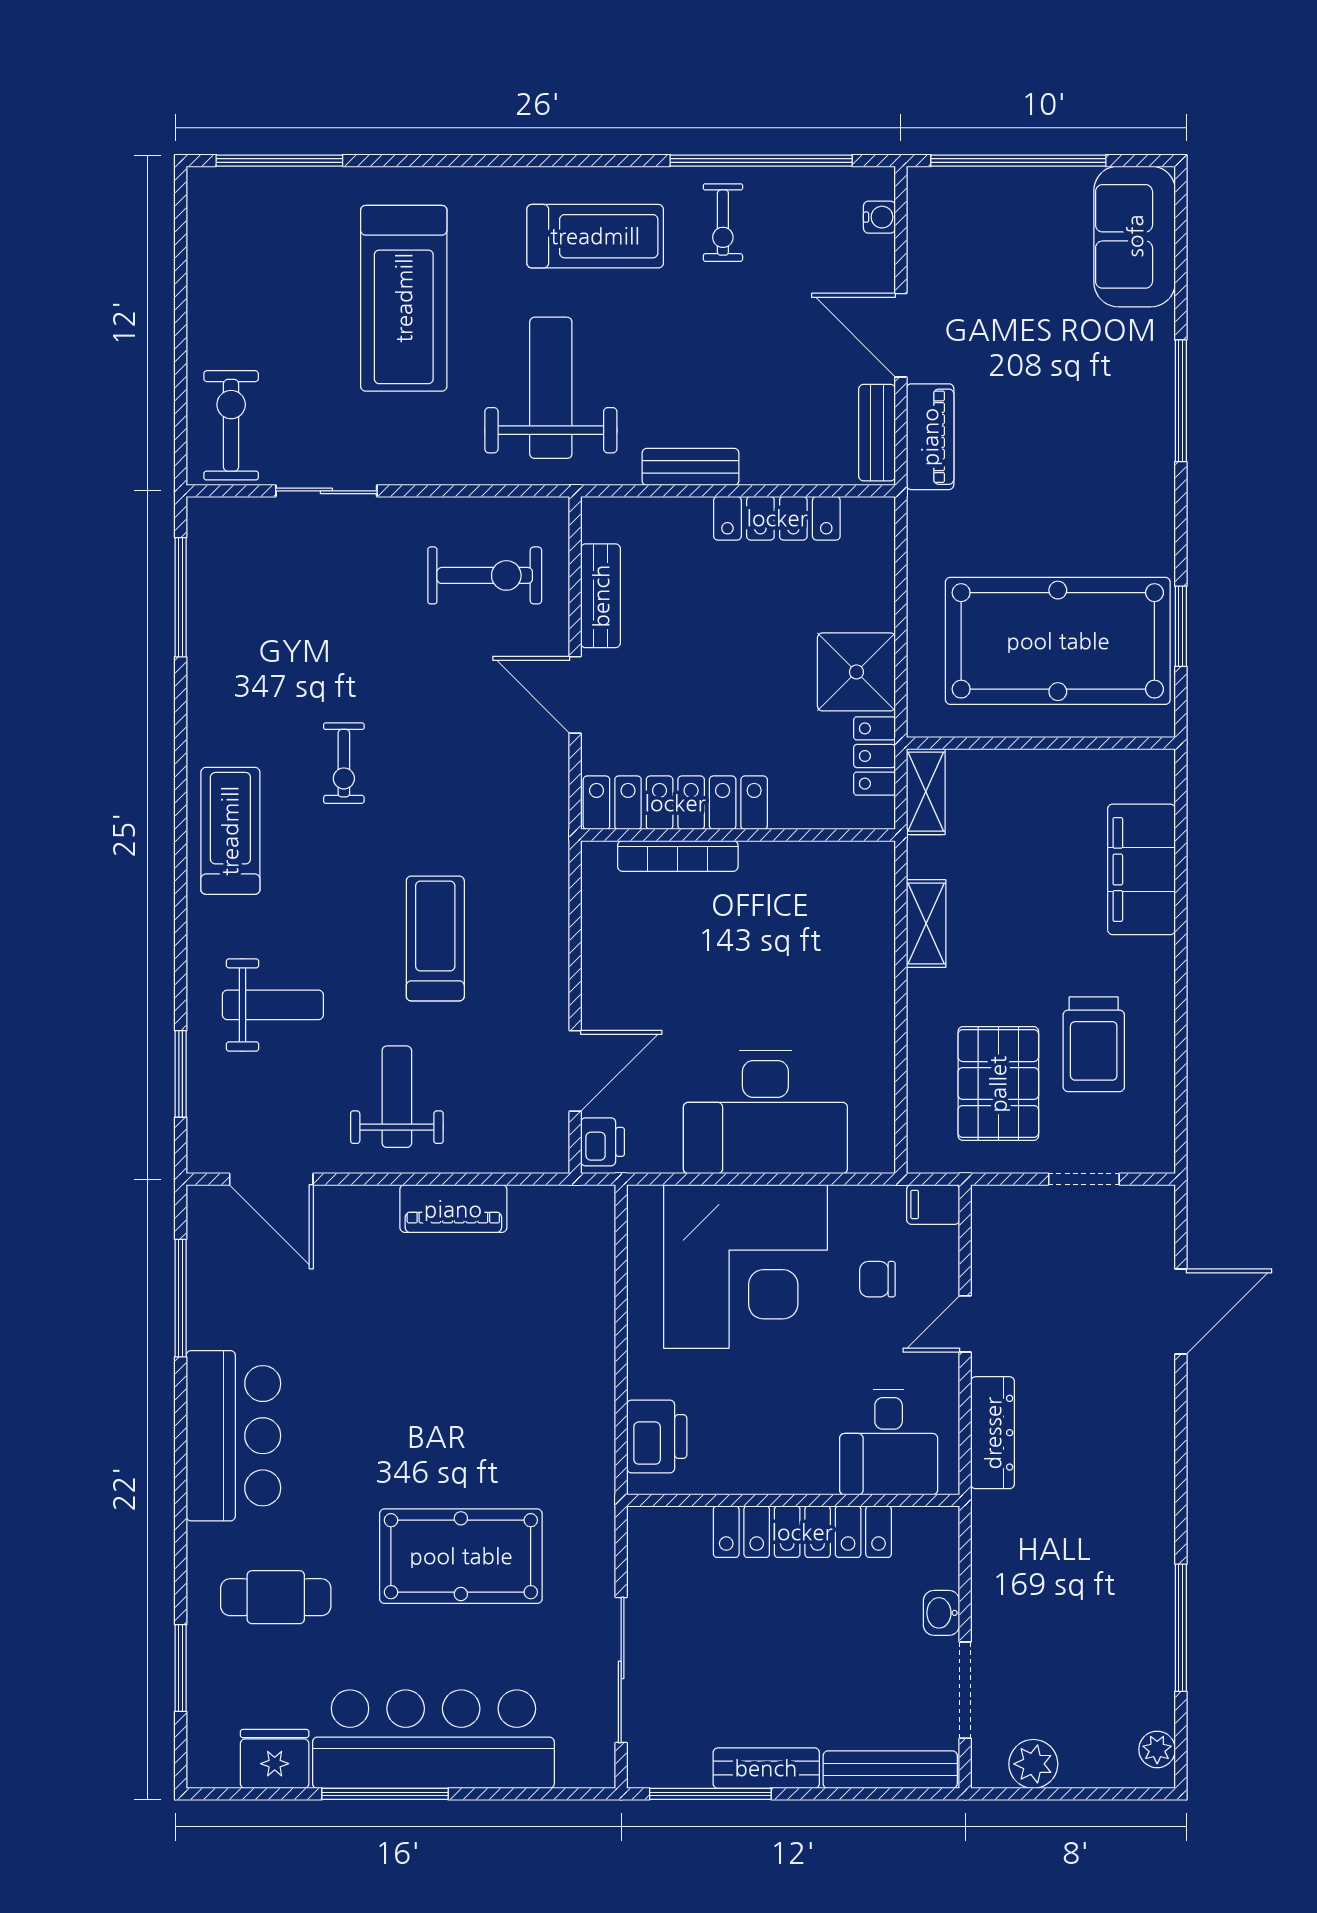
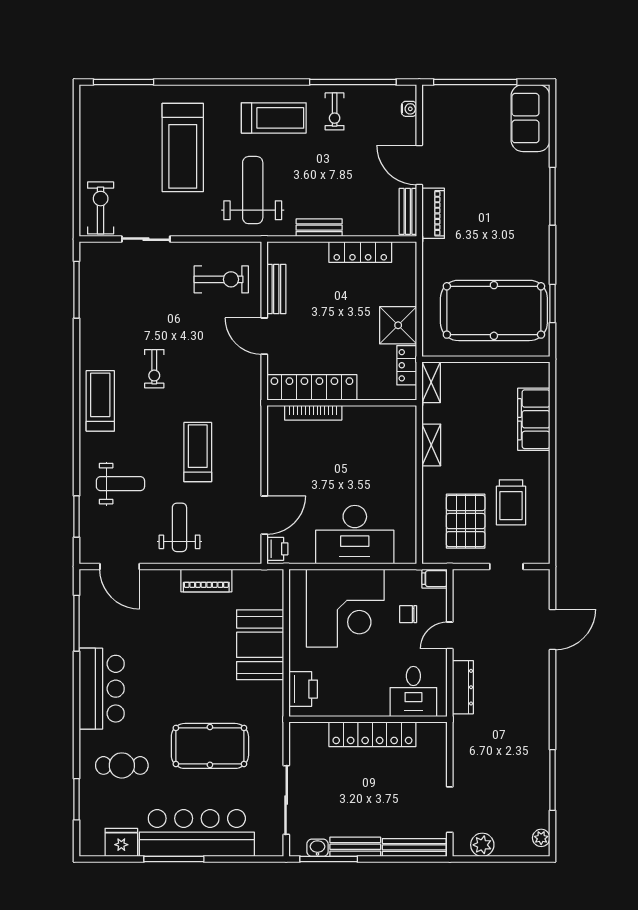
booth: (566, 1344) -> (260, 645), added
washbasin: (941, 1613) -> (317, 848), moved, turned 90

